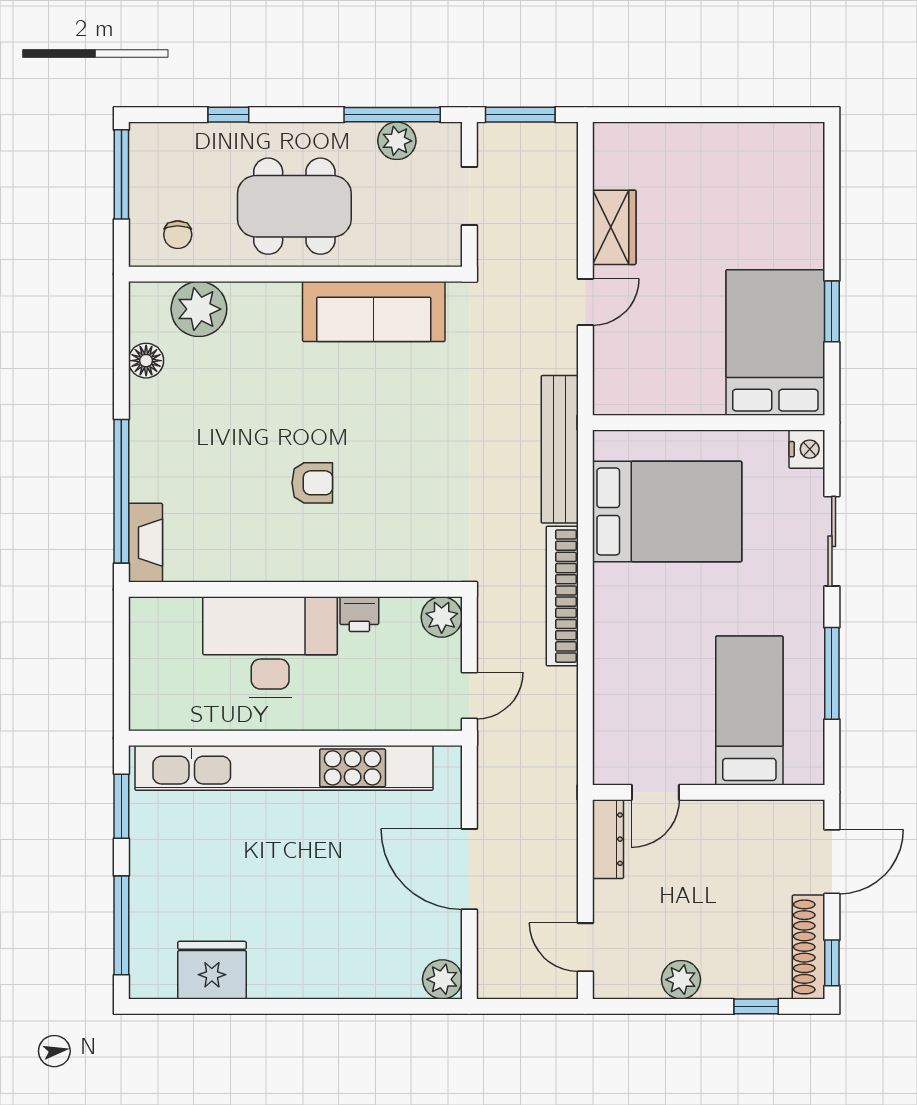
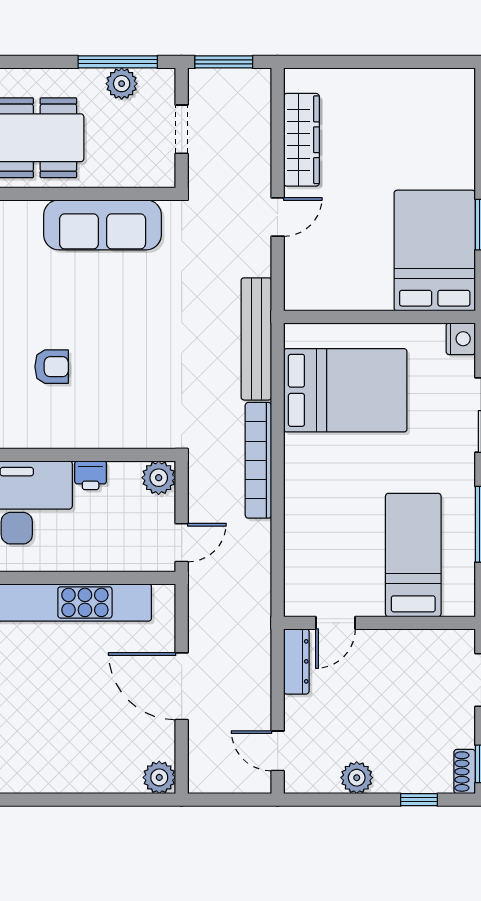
wardrobe: (614, 227) -> (301, 140), width x1.50
shoe rack: (808, 947) -> (465, 772), width x0.51, depth x0.81

